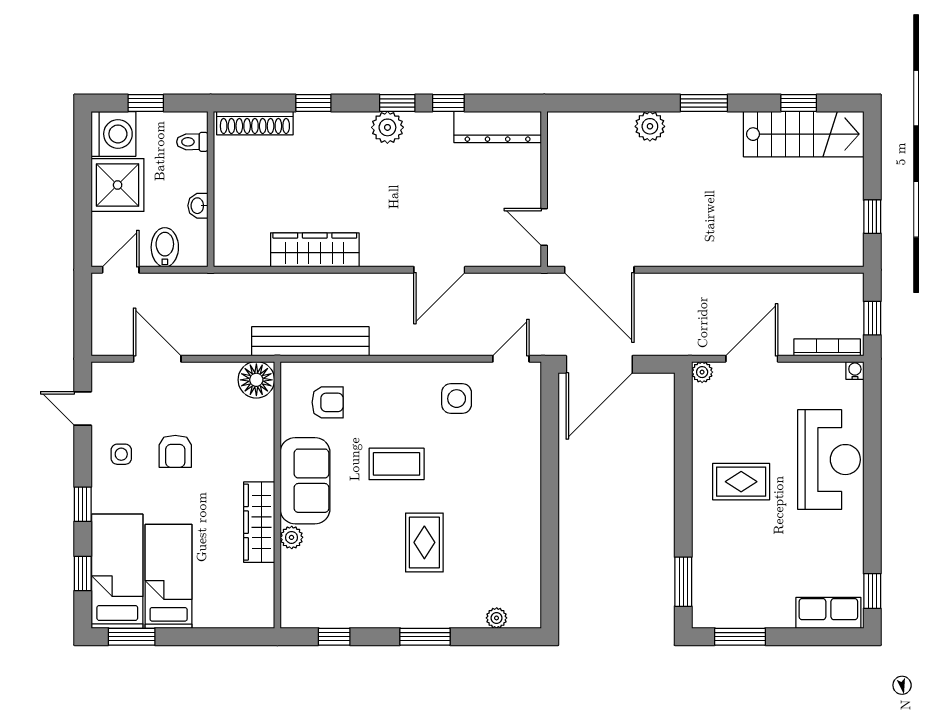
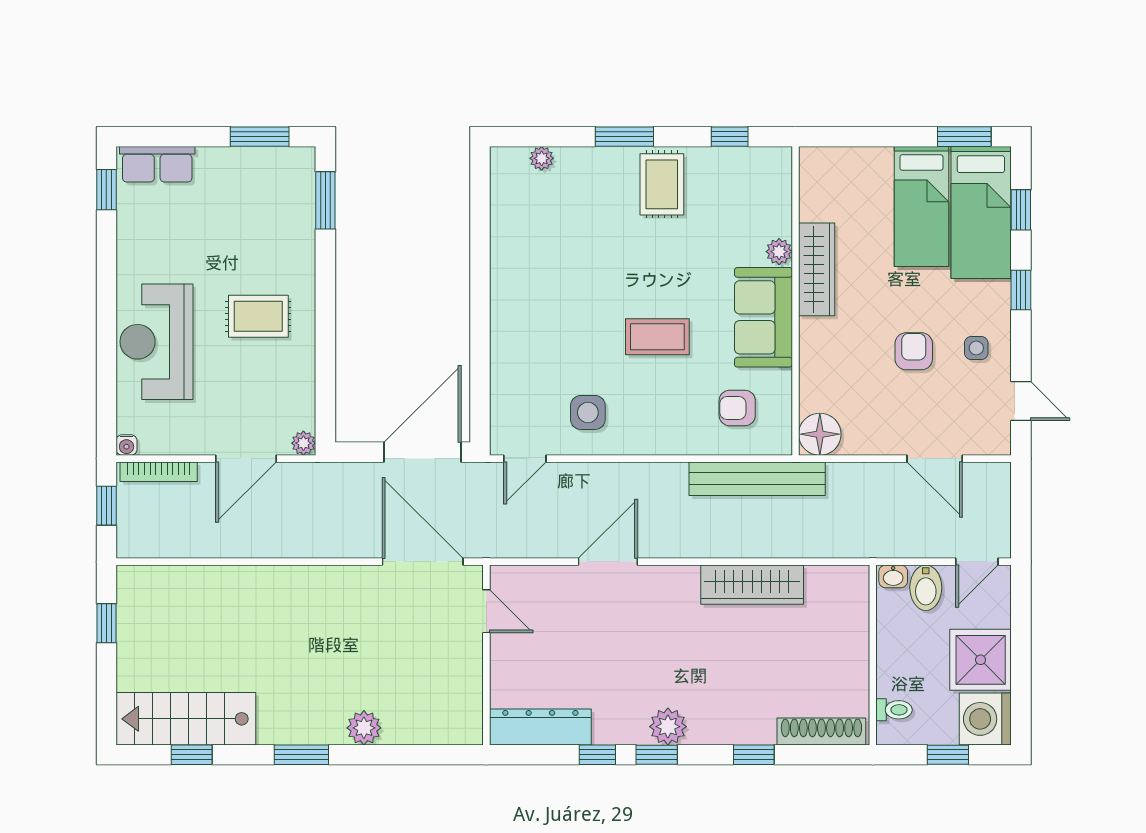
washbasin: (198, 206) -> (893, 576), moved, turned 90
rug: (424, 542) -> (662, 184), moved

